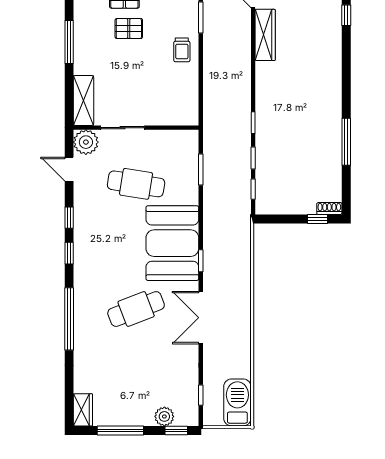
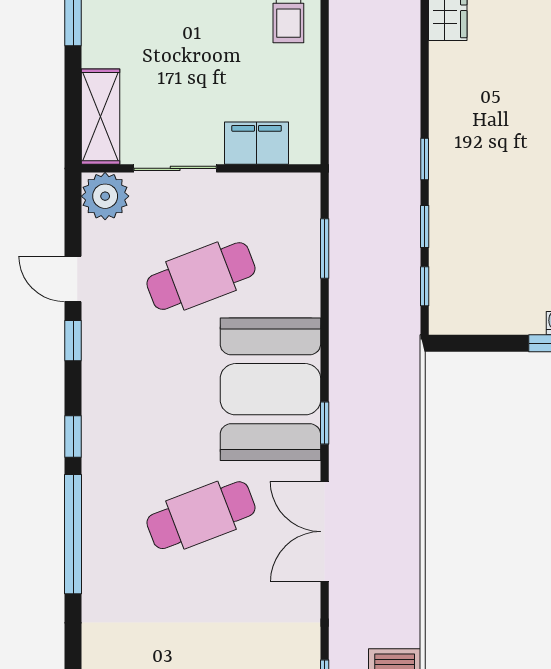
filing cabinet: (165, 114) -> (257, 143), added
door: (69, 169) -> (73, 279), moved
cafe table: (136, 184) -> (201, 276), turned -30
window: (69, 253) -> (73, 436), moved

